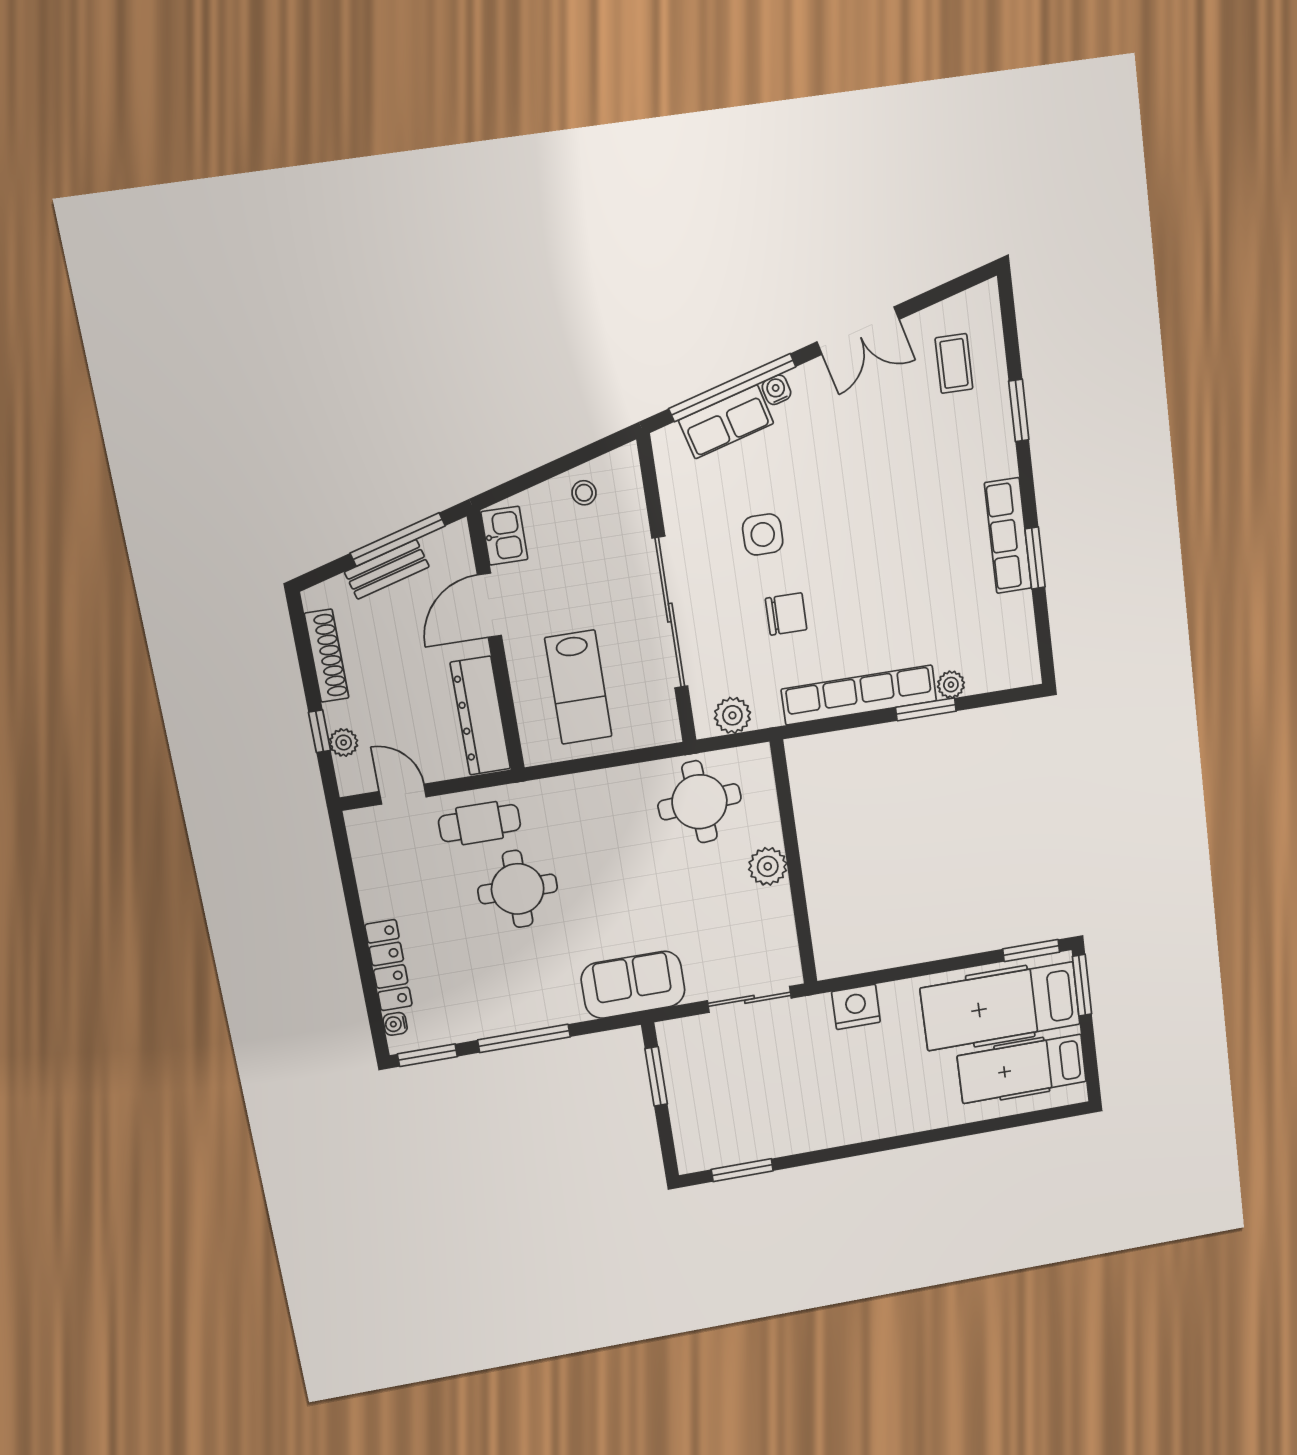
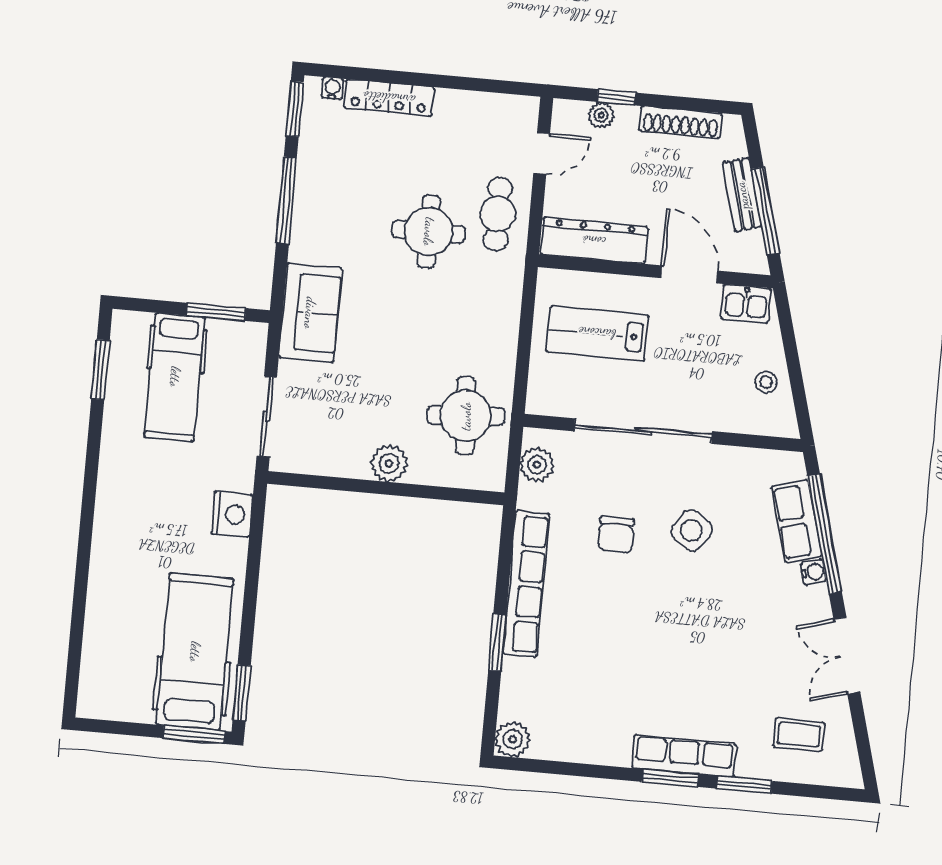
side table: (763, 534) -> (691, 530), turned 35
row of seats: (1008, 536) -> (684, 756), moved
window: (1035, 558) -> (670, 778), moved
plant: (951, 685) -> (513, 739), moved, width x1.38, depth x1.38
hospital bed: (1022, 1069) -> (175, 377), moved, turned 180

